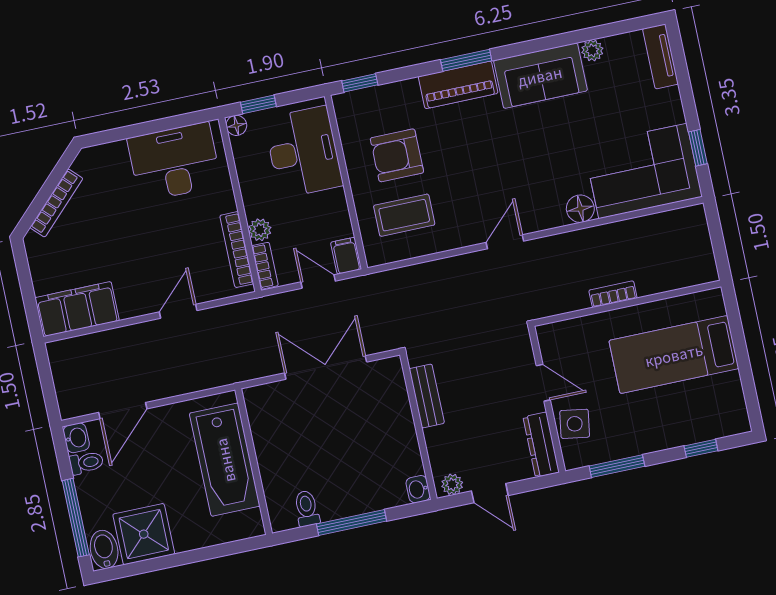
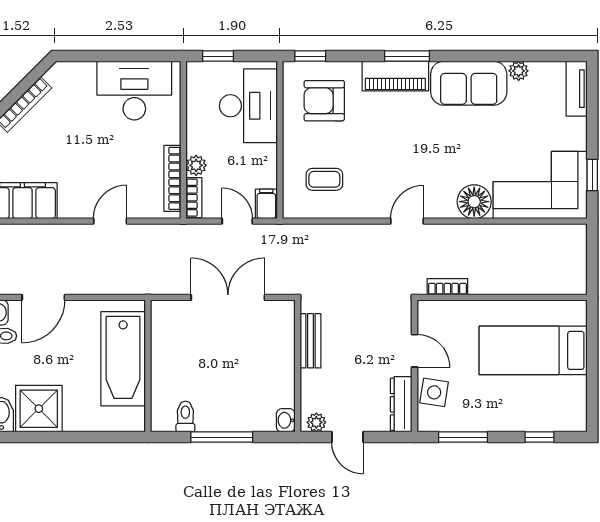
floor lamp: (236, 125) -> (195, 70), removed
armchair: (397, 155) -> (324, 101), moved
floor lamp: (580, 209) -> (474, 202), width x1.38, depth x1.38
coffee table: (404, 215) -> (324, 179), width x0.73, depth x0.77
bookcase: (613, 294) -> (447, 287), moved

